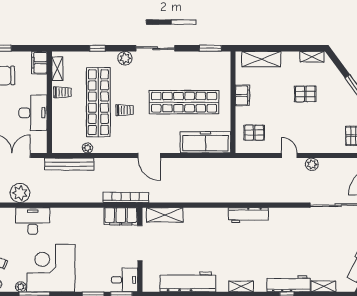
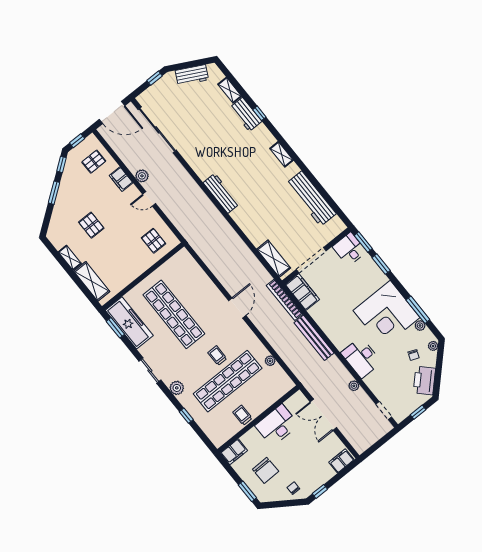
sliding door: (155, 48) -> (150, 371), width x0.73
shelving: (312, 57) -> (70, 258), moved
shelving: (57, 69) -> (227, 434), removed
filing cabinet: (242, 95) -> (121, 179), moved, turned -90
freezer: (205, 142) -> (129, 323), moved, turned 180
door: (289, 156) -> (149, 199), hinge flipped
bench: (69, 164) -> (314, 338), moved
plant: (20, 193) -> (354, 386), width x0.53, depth x0.53
workbench: (289, 284) -> (246, 114), width x0.73

